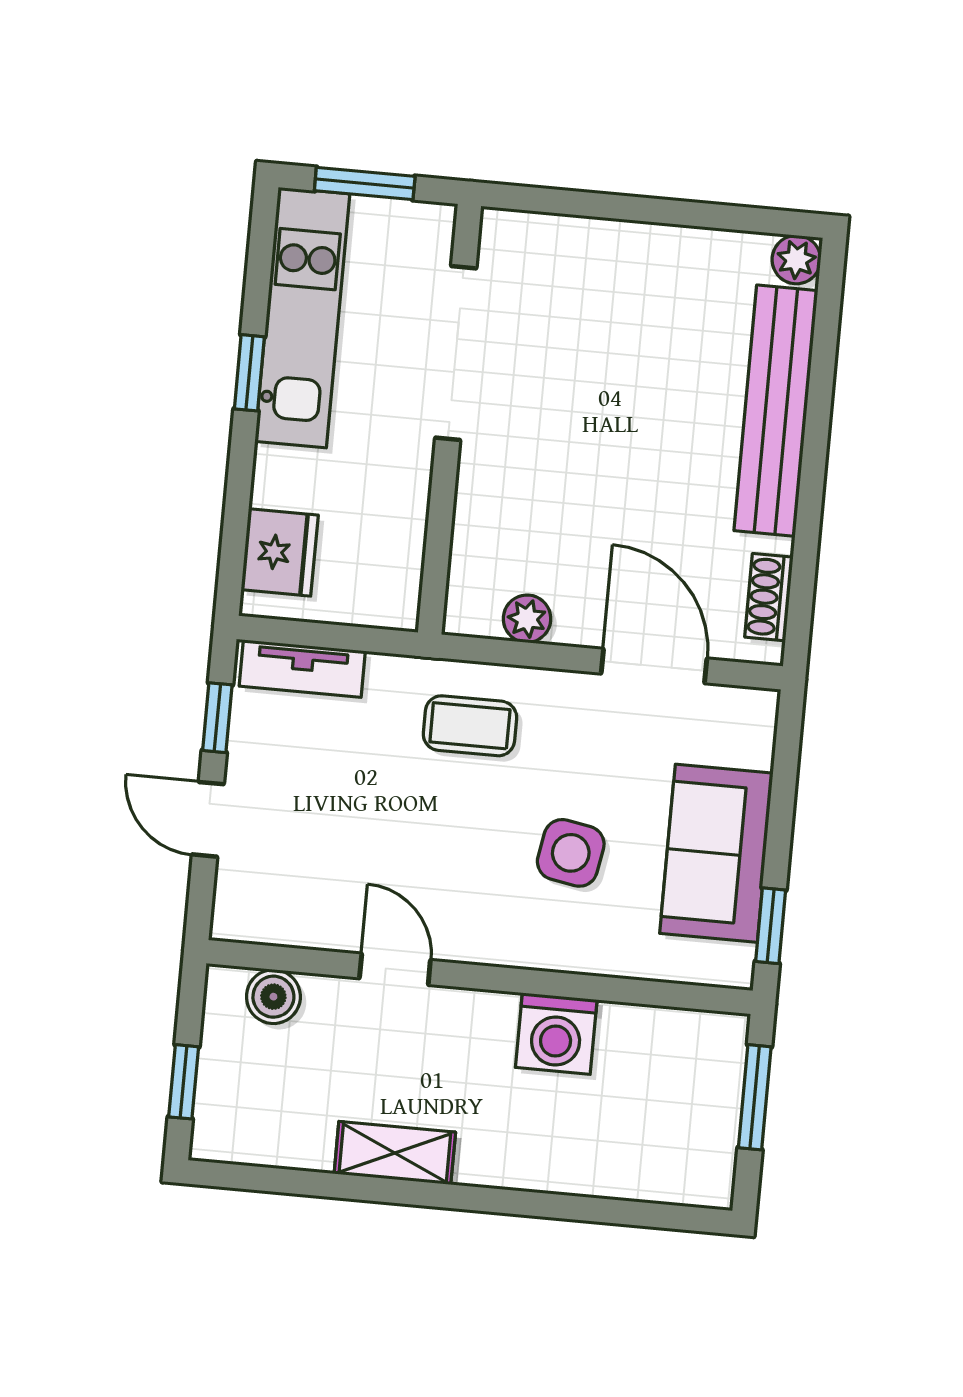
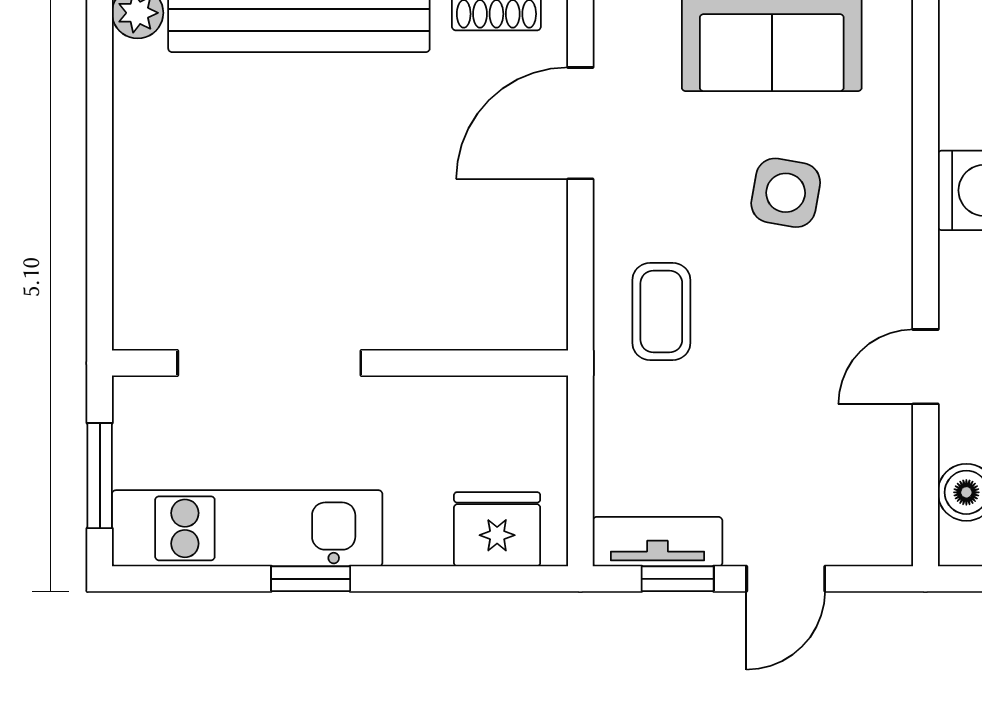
plant: (527, 619) -> (543, 262), removed
tv unit: (302, 669) -> (657, 542), moved, turned -90

